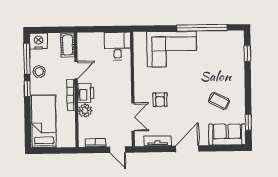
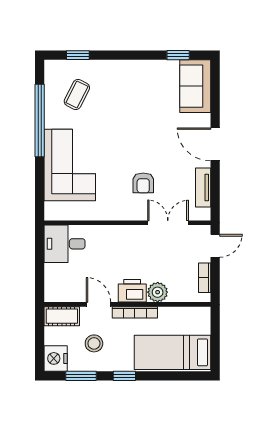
window: (27, 59) -> (81, 376), width x0.69
stool: (39, 72) -> (94, 343), moved
armchair: (160, 100) -> (143, 183), turned 90
coffee table: (219, 101) -> (77, 95), moved

